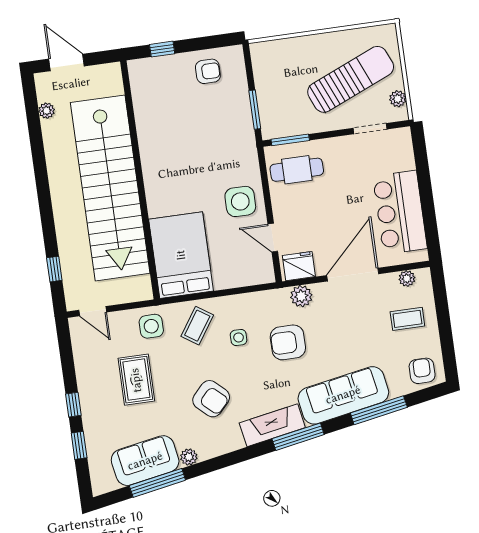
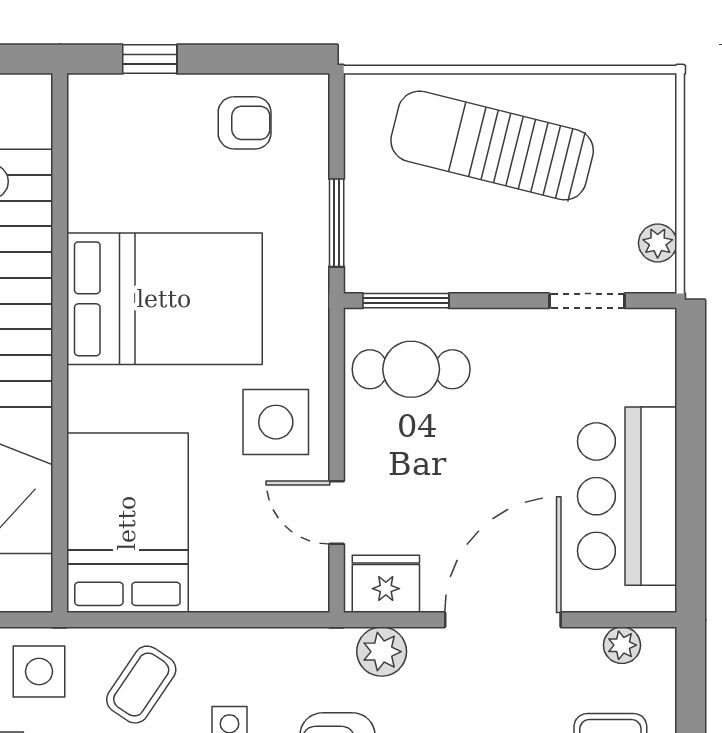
sun lounger: (351, 79) -> (492, 146), moved, turned -143
bed: (183, 154) -> (164, 299), added

